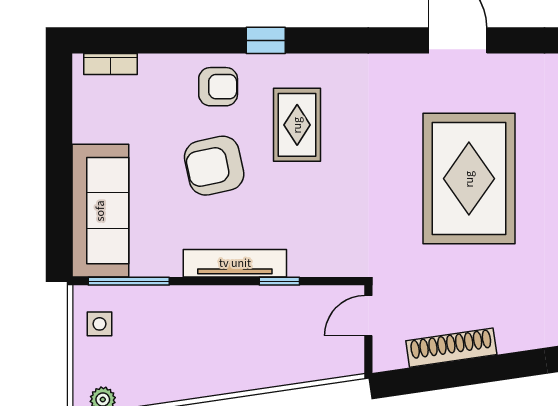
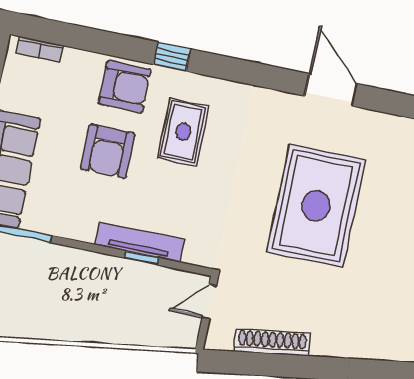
armchair: (218, 87) -> (125, 87), width x1.38, depth x1.38
armchair: (214, 166) -> (108, 151), turned -78
tv unit: (235, 263) -> (140, 242), moved

